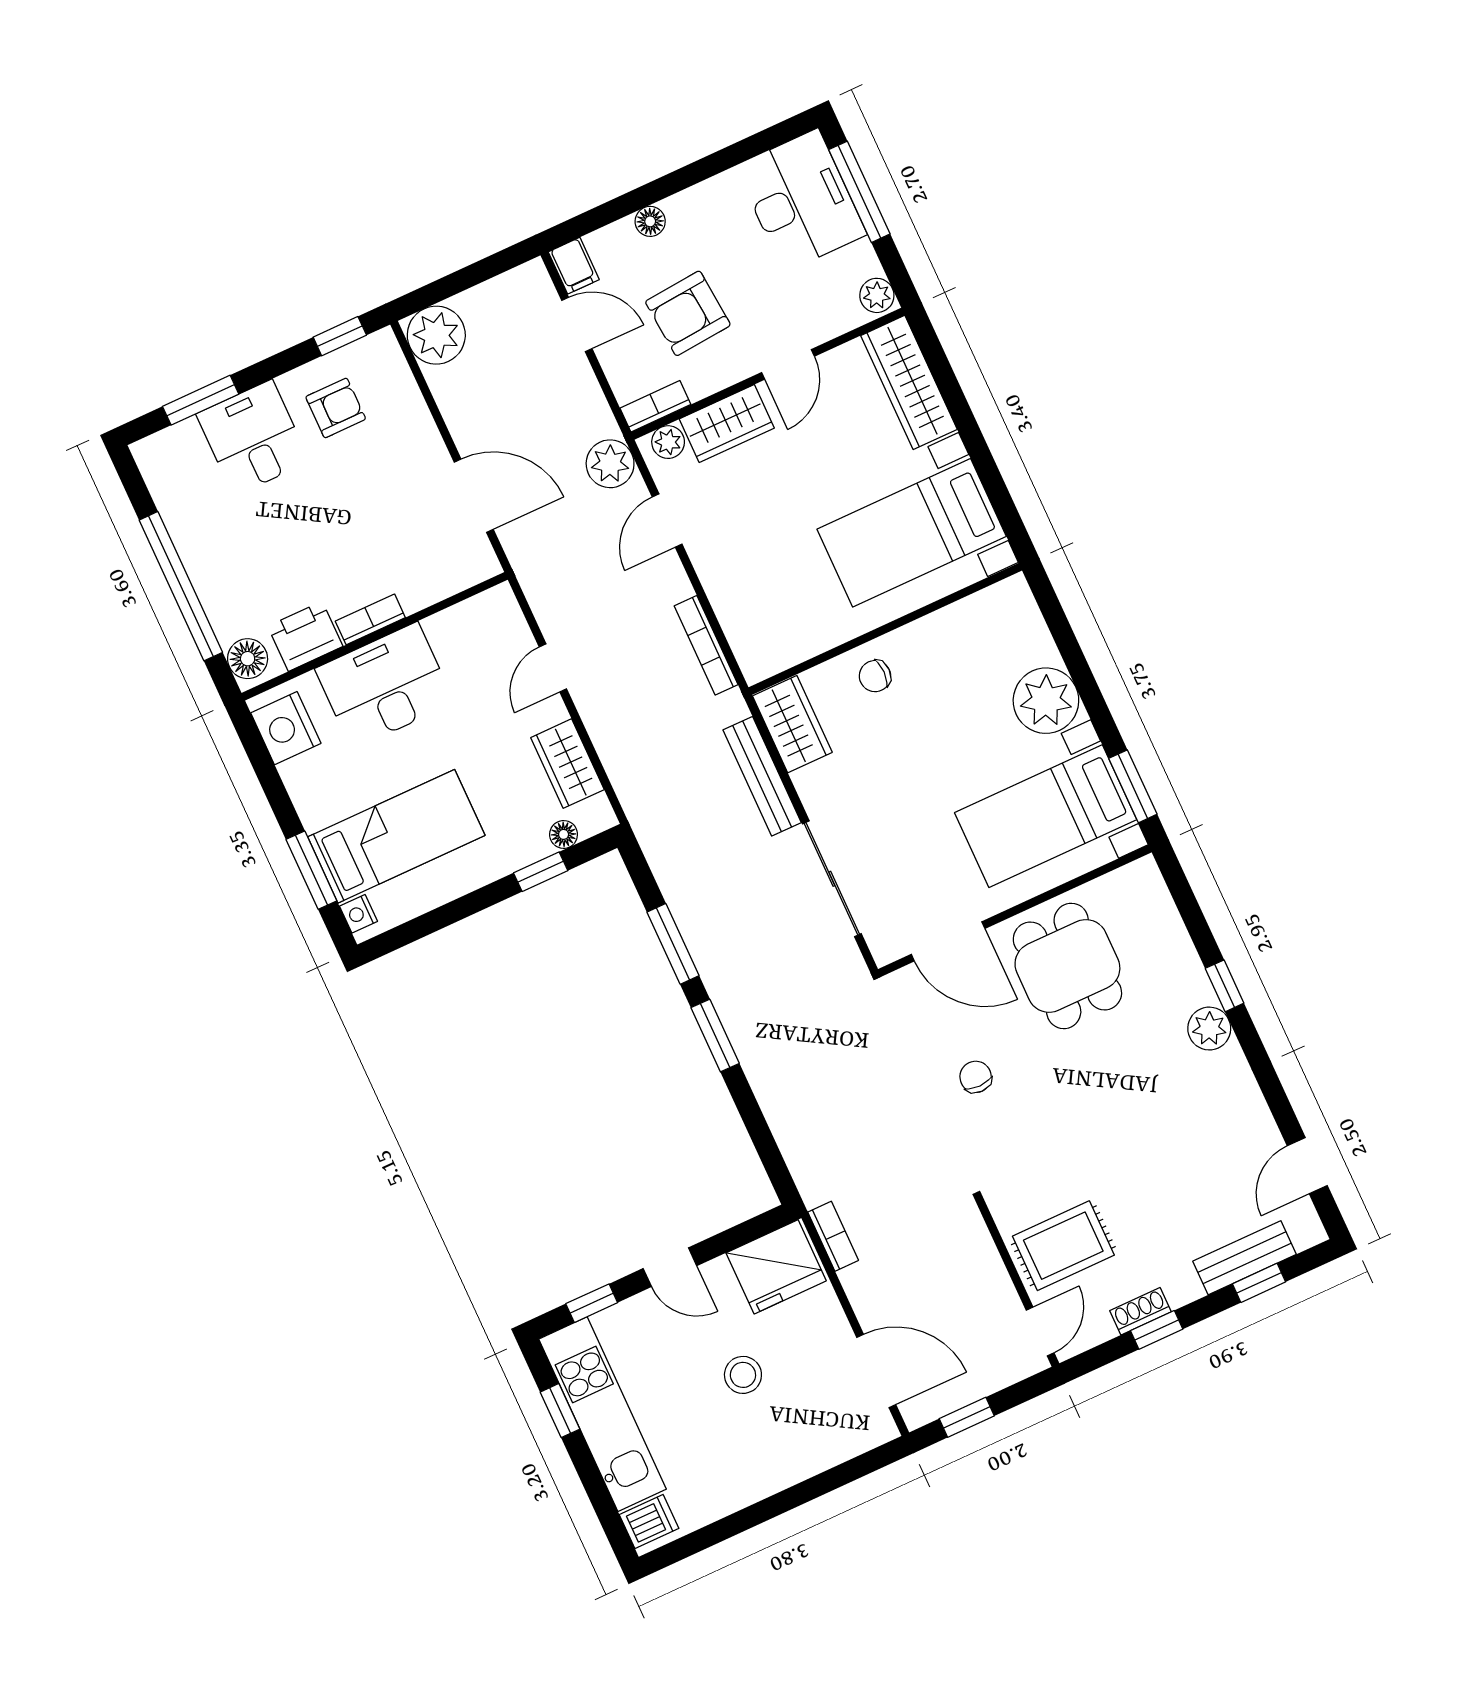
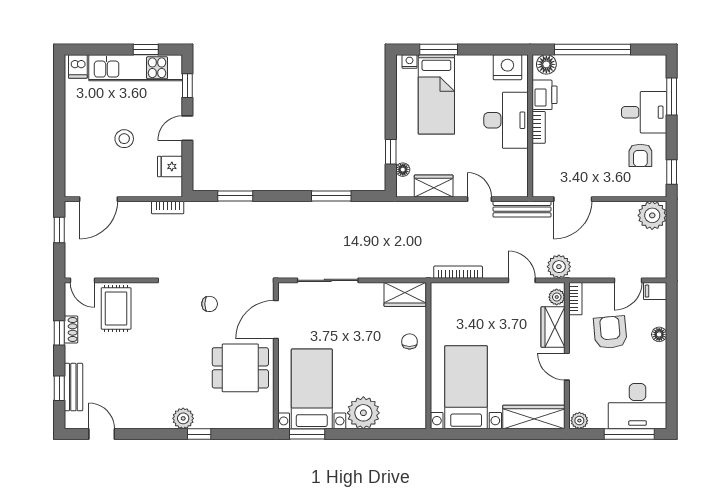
bench: (762, 776) -> (522, 209), moved
window: (715, 1036) -> (235, 196), moved
fridge: (776, 1267) -> (170, 166), width x0.53, depth x0.75

